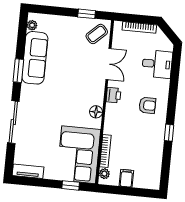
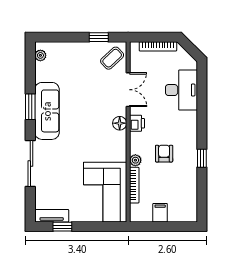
sofa: (35, 58) -> (47, 111), moved
desk: (157, 64) -> (181, 90), width x1.37
armchair: (147, 105) -> (164, 154), moved, turned -90
floor lamp: (96, 112) -> (120, 123), moved
plant: (104, 174) -> (135, 160), moved
window: (71, 185) -> (62, 227), moved

